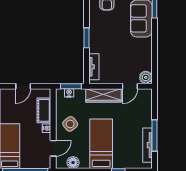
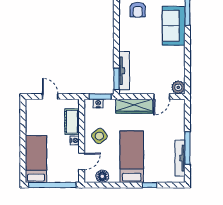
window: (87, 38) -> (116, 79), moved
tv unit: (94, 67) -> (124, 71), width x1.41
door: (23, 86) -> (50, 97), swing flipped

